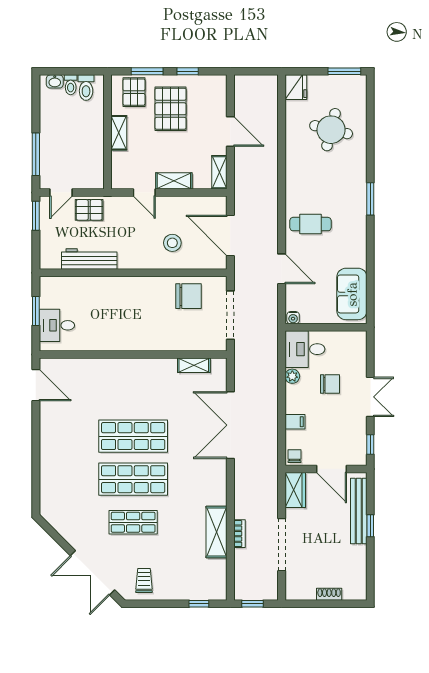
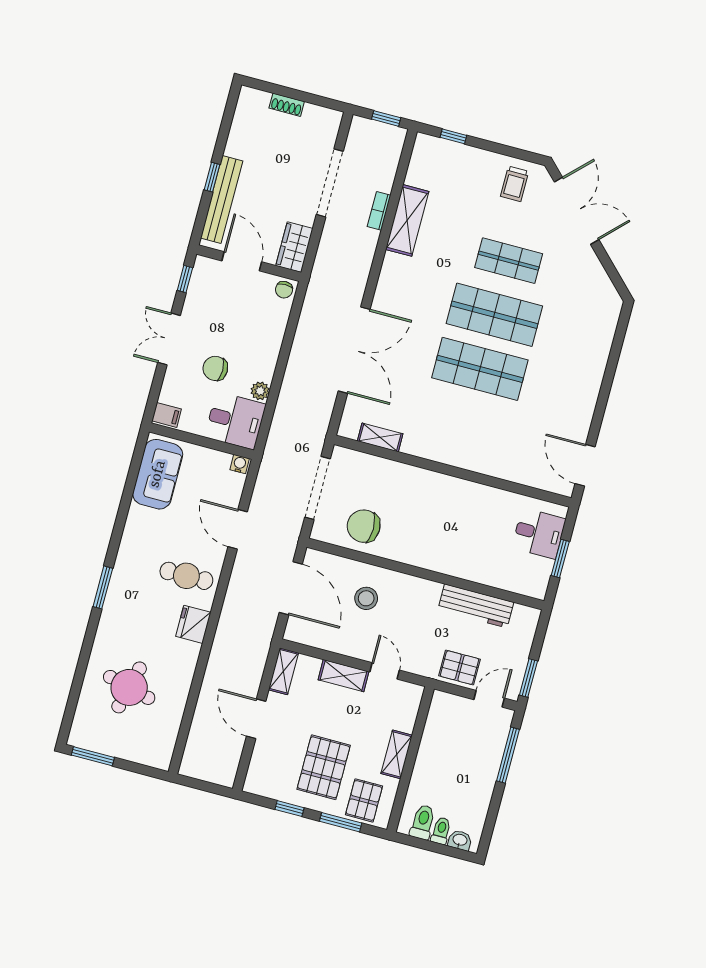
fridge: (296, 87) -> (193, 624), moved
filing cabinet: (295, 422) -> (167, 415), moved, turned 180

